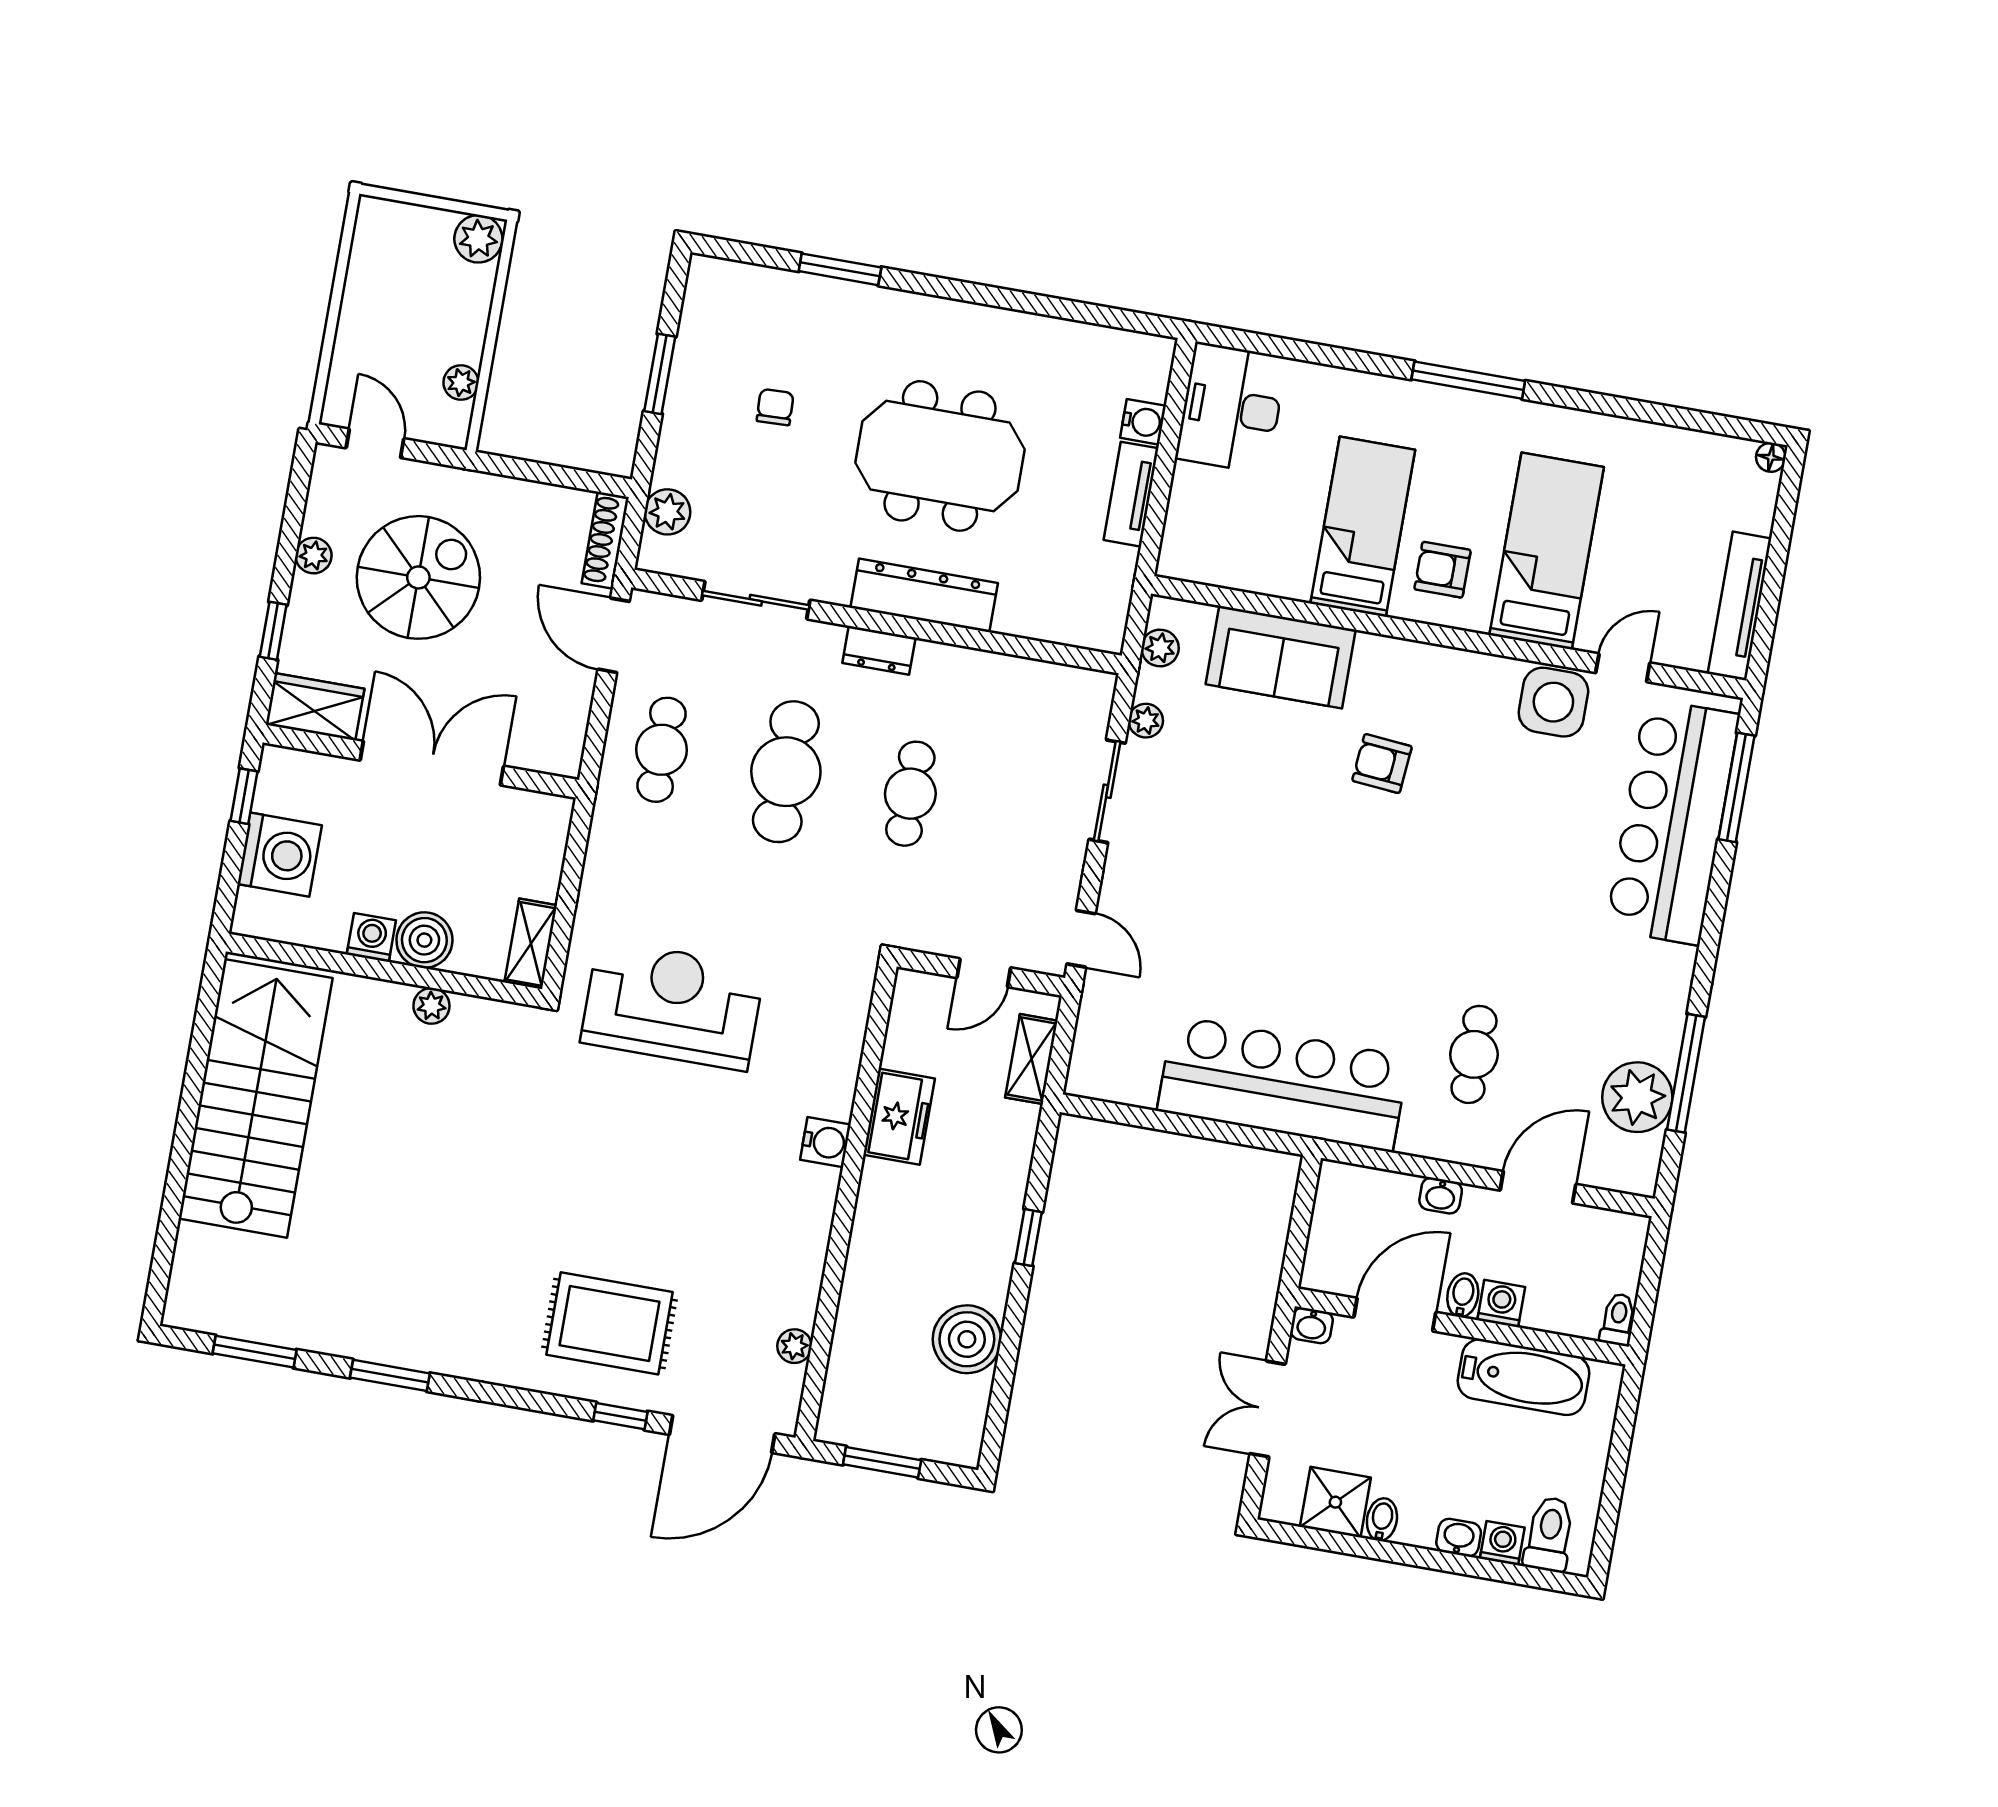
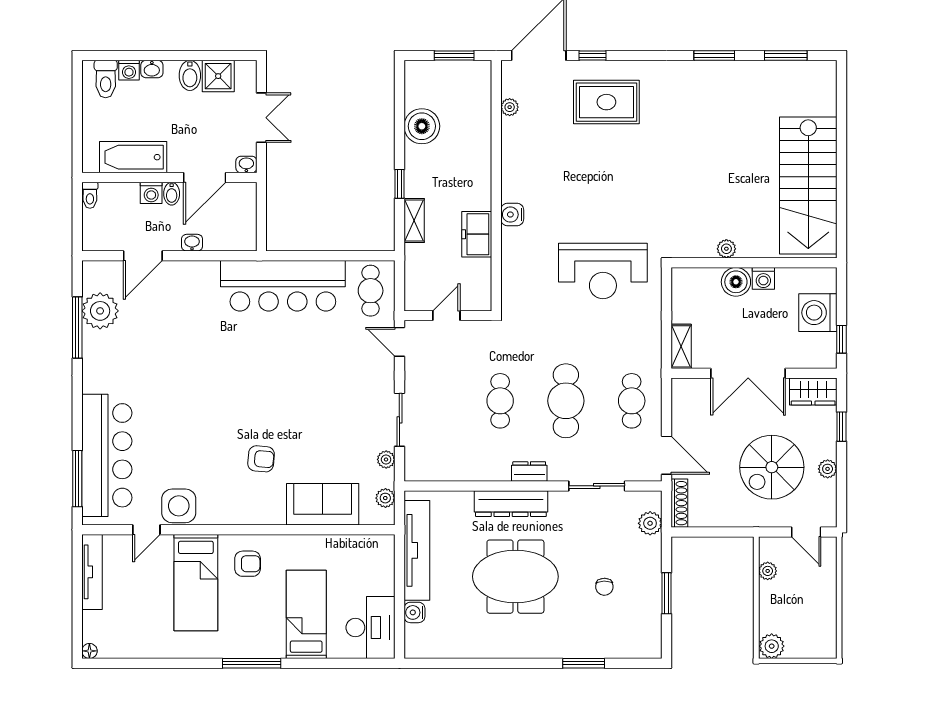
tv unit: (1131, 494) -> (417, 550), width x1.92, depth x1.29
bed: (1363, 527) -> (306, 614), moved, turned 180
shelving: (531, 944) -> (681, 346), moved
cafe table: (1474, 1054) -> (371, 291), moved
shelving: (1031, 1059) -> (414, 221), moved
bidet: (1382, 1520) -> (190, 75), width x1.38, depth x1.36

